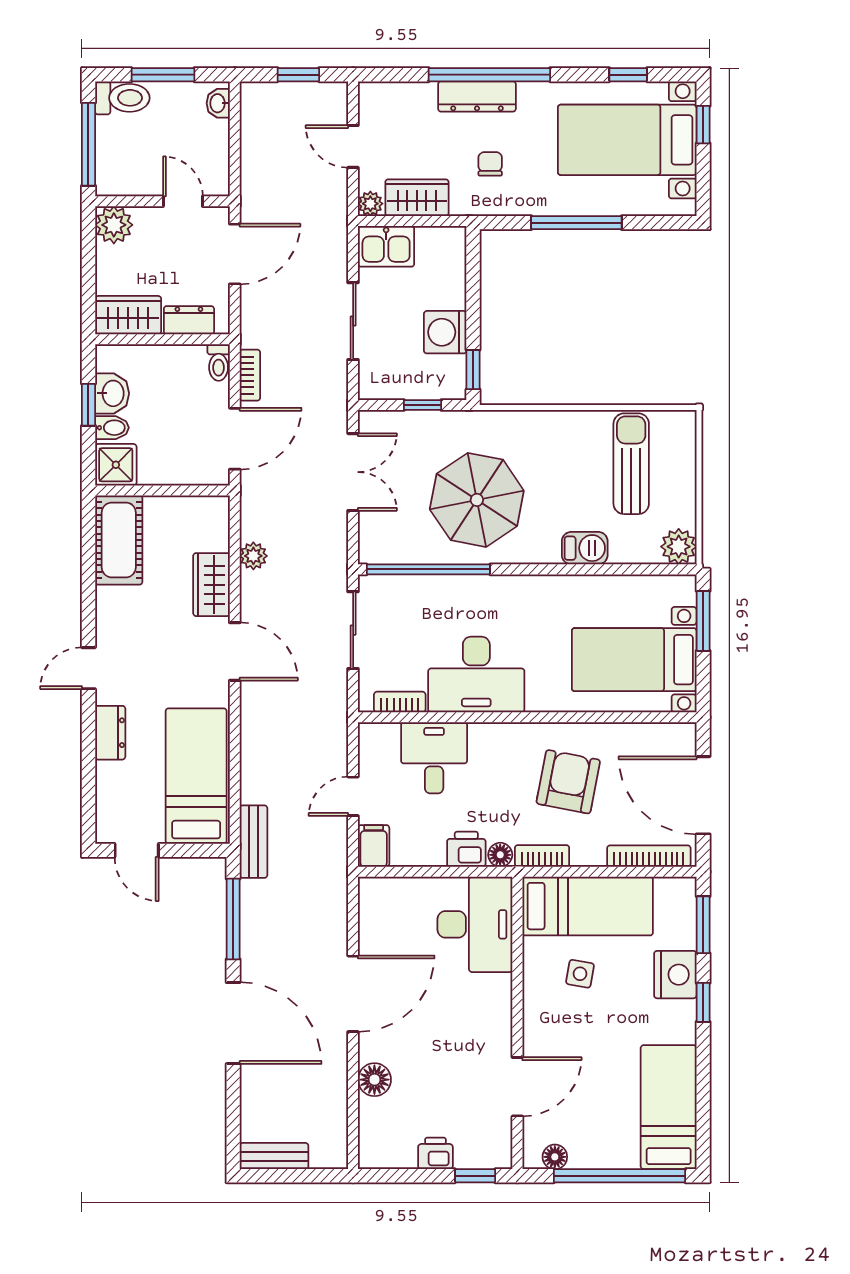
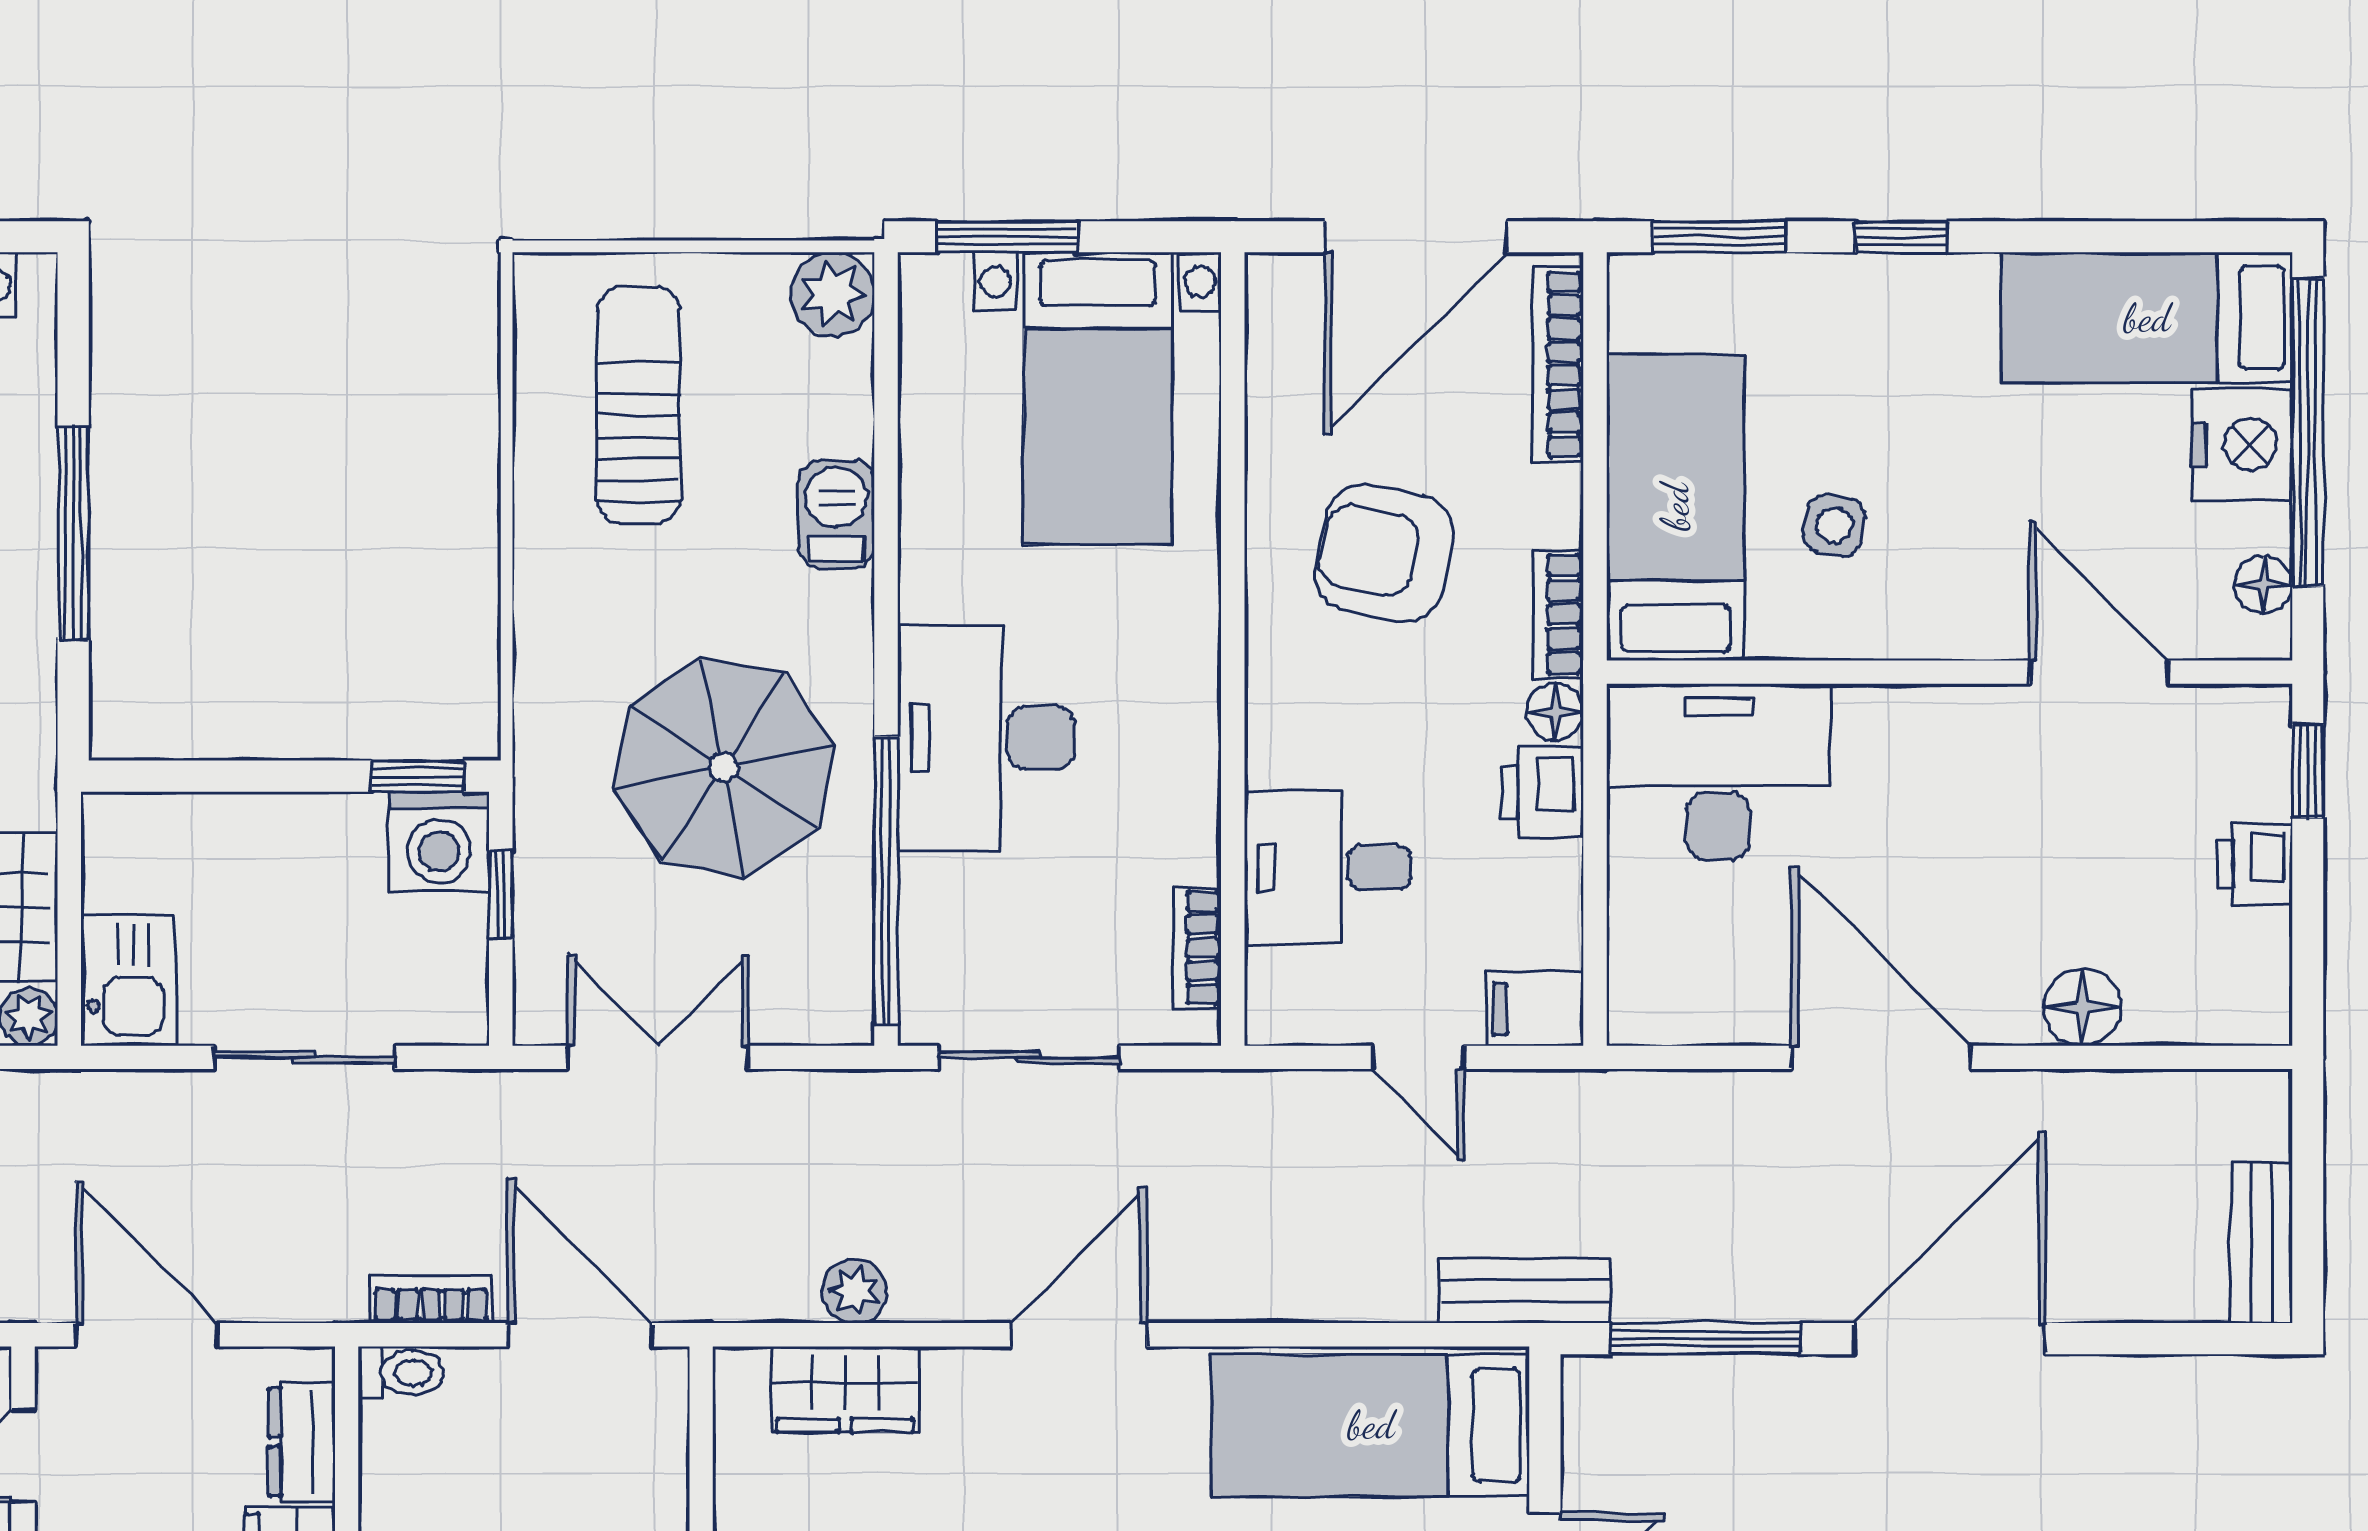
washing machine: (445, 332) -> (439, 841), moved
sun lounger: (631, 464) -> (638, 405), turned 90
wardrobe: (212, 585) -> (845, 1389), moved
desk: (476, 674) -> (986, 738), moved, turned 180
nightstand: (675, 975) -> (2242, 445), moved, turned 90

